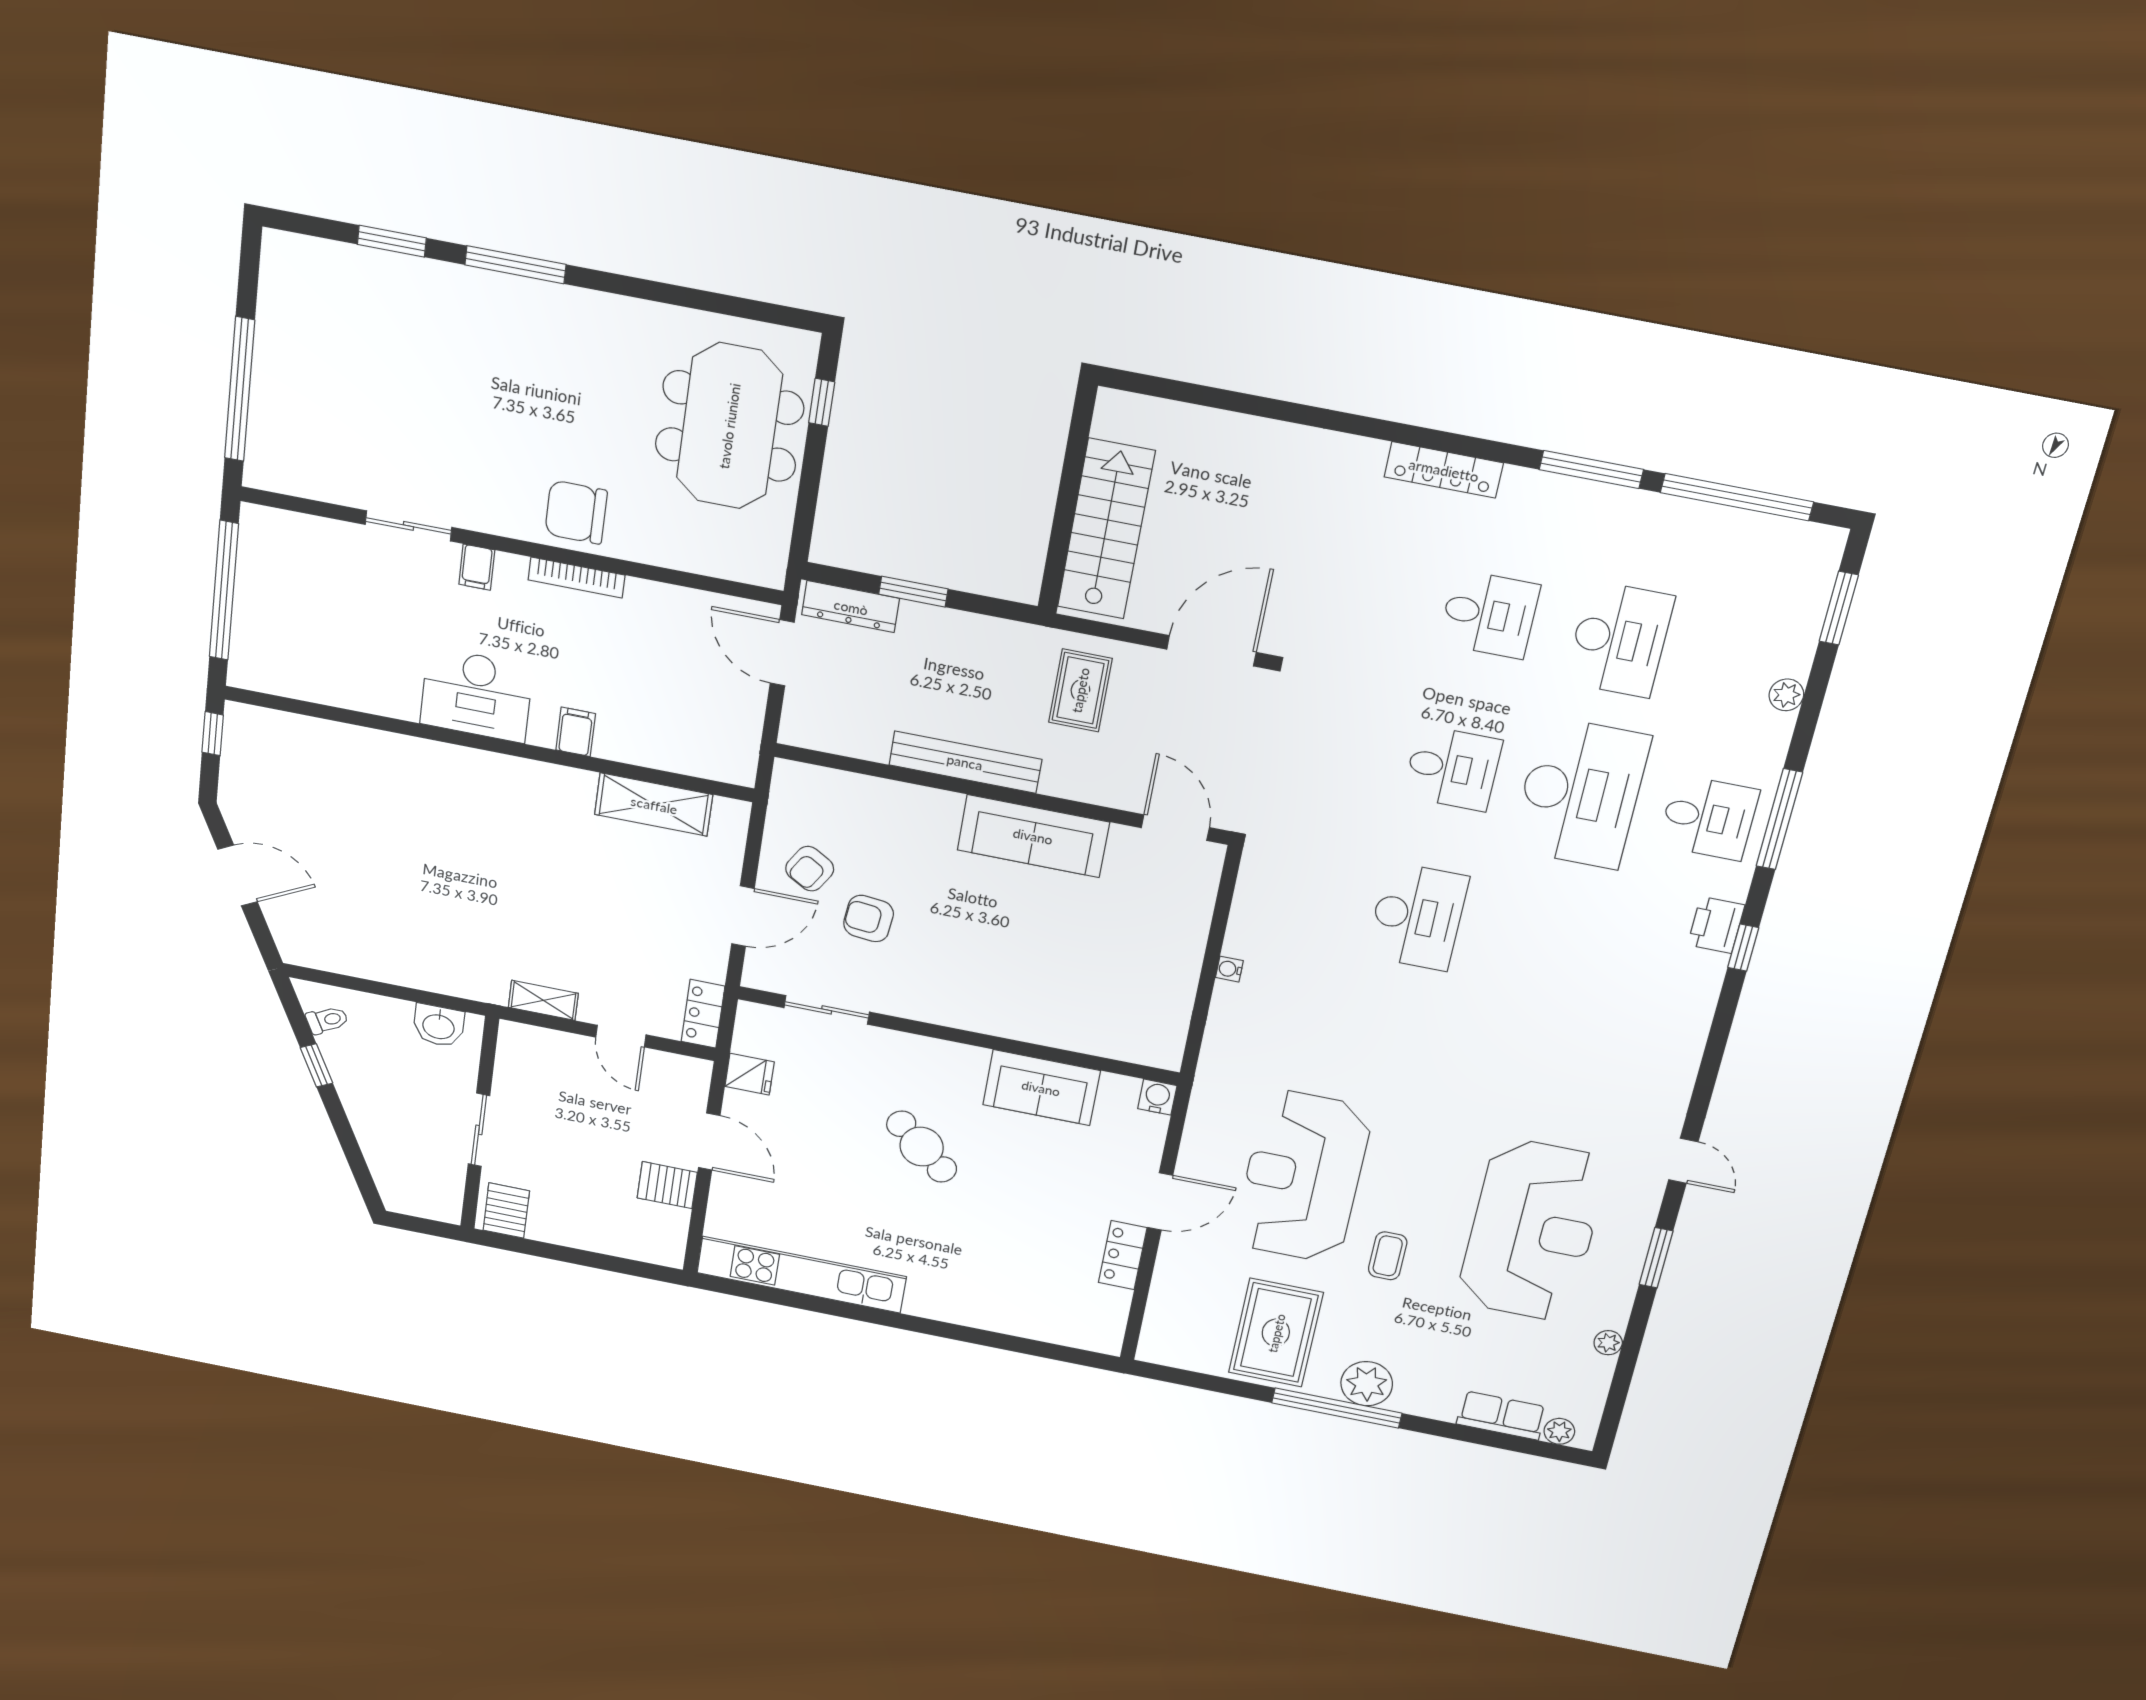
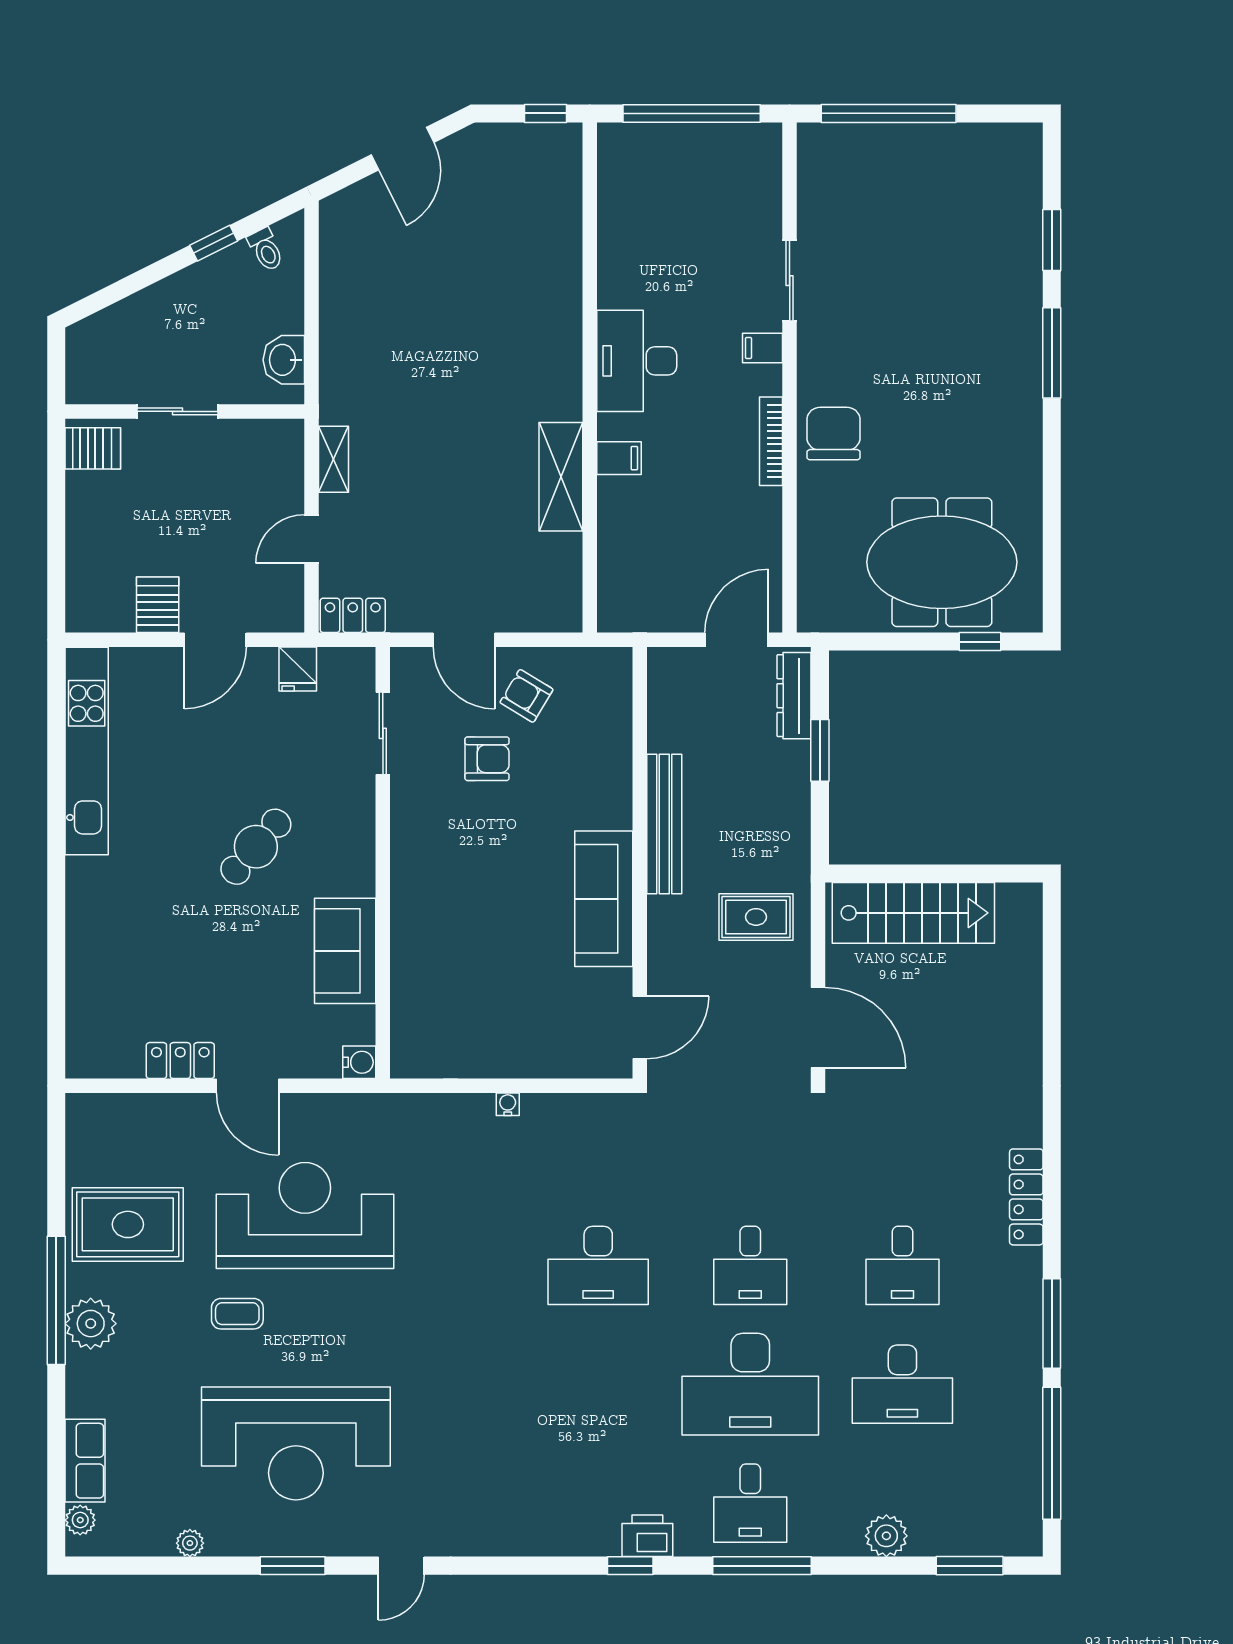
plant: (1786, 695) -> (886, 1536), width x1.38, depth x1.38
shelving: (654, 805) -> (561, 477), moved
armchair: (869, 919) -> (487, 759), turned 84

